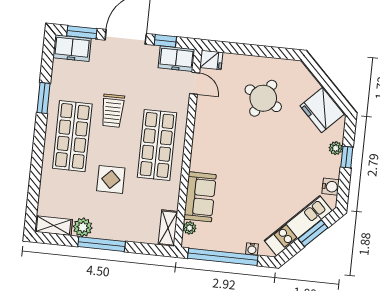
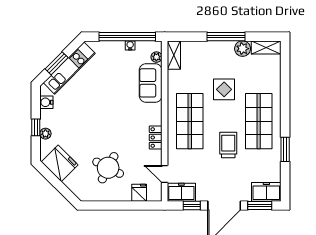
fridge: (211, 60) -> (139, 193), moved, turned 90
locker: (201, 129) -> (156, 137), added
water cooler: (252, 249) -> (130, 45), moved

